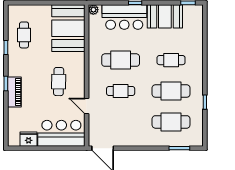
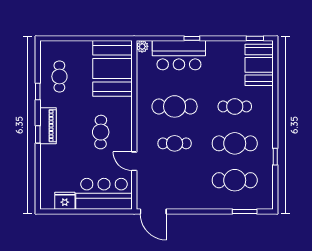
booth: (165, 16) -> (259, 65), moved, turned 90
piano: (14, 92) -> (48, 126), moved

